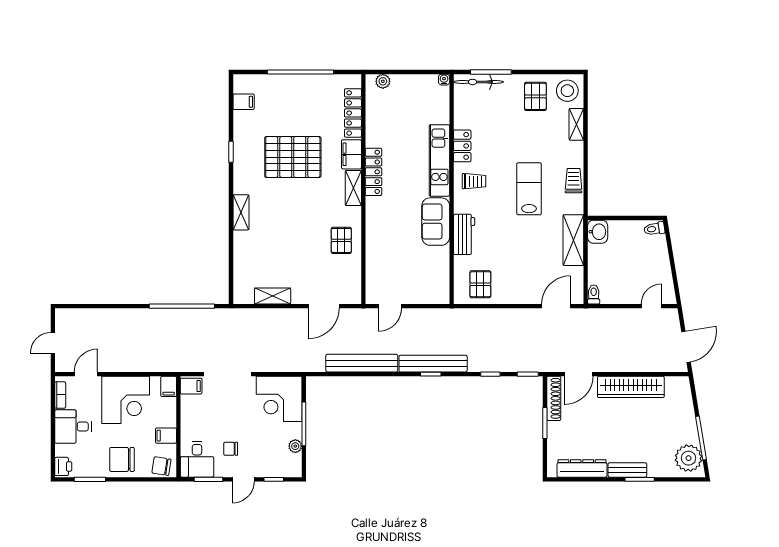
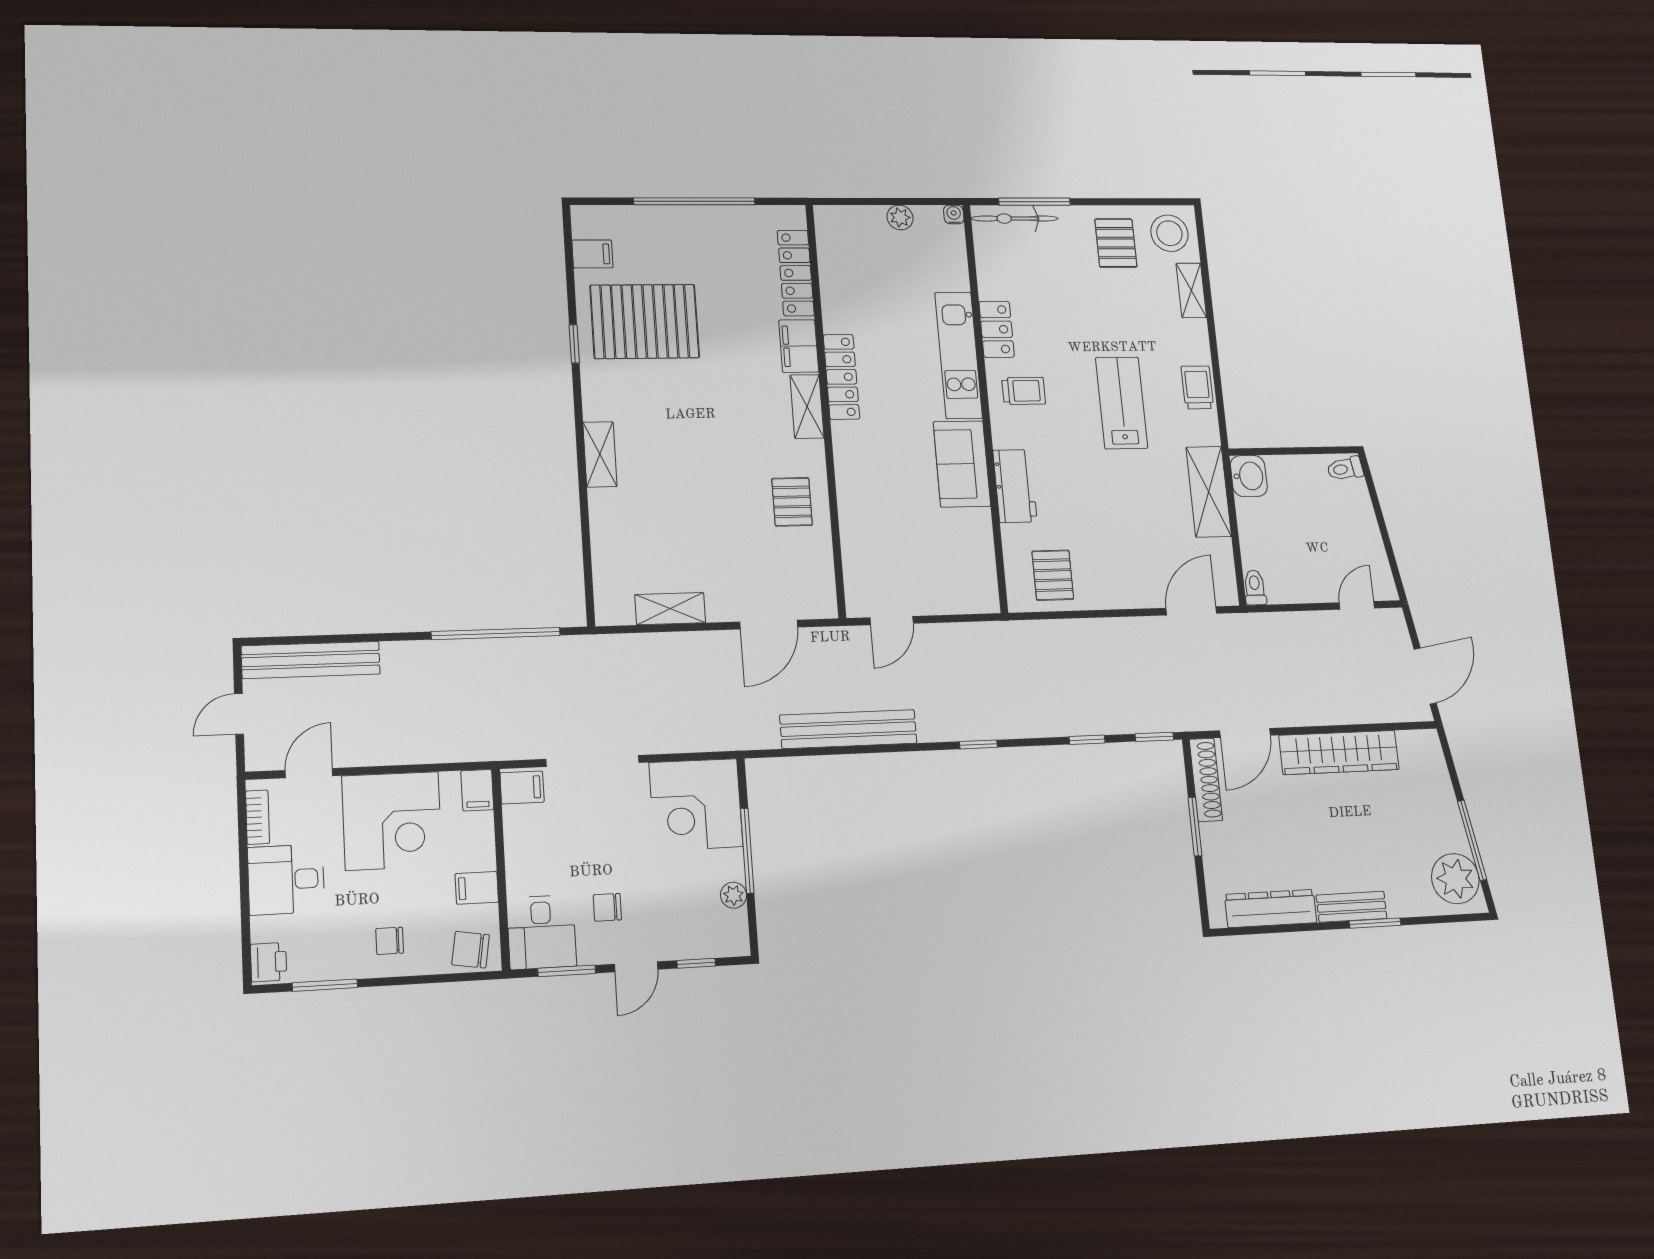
plant: (383, 81) -> (900, 217), moved
pallet: (293, 157) -> (645, 321), moved
bench: (433, 364) -> (311, 660), moved
chair: (122, 459) -> (390, 941), width x0.54, depth x0.54

